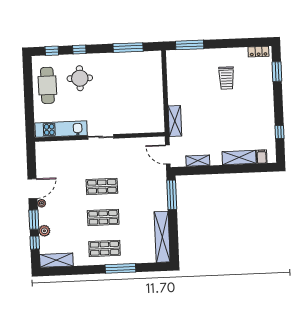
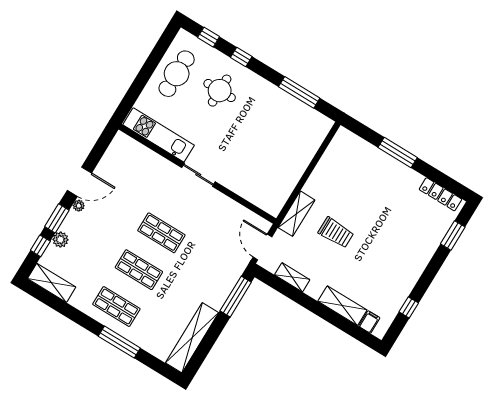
window: (190, 45) -> (398, 153), moved
locker: (258, 52) -> (440, 194), width x1.53
trolley: (226, 78) -> (336, 233), moved, turned -90

